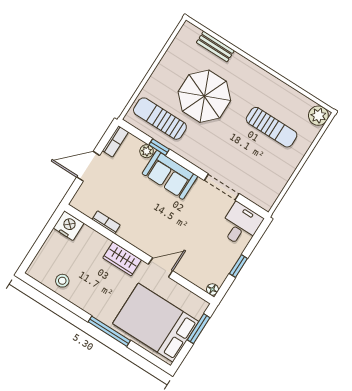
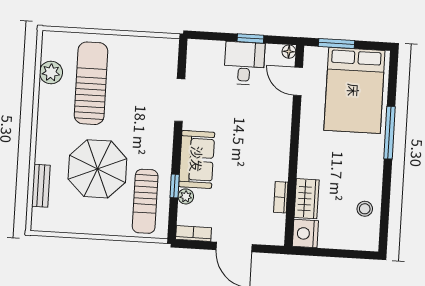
plant: (318, 116) -> (51, 72), moved
sun lounger: (272, 127) -> (91, 83), width x1.36, depth x1.34
desk: (241, 225) -> (244, 63), moved, turned 90
wardrobe: (122, 259) -> (307, 199), moved
door: (161, 268) -> (298, 81), moved

